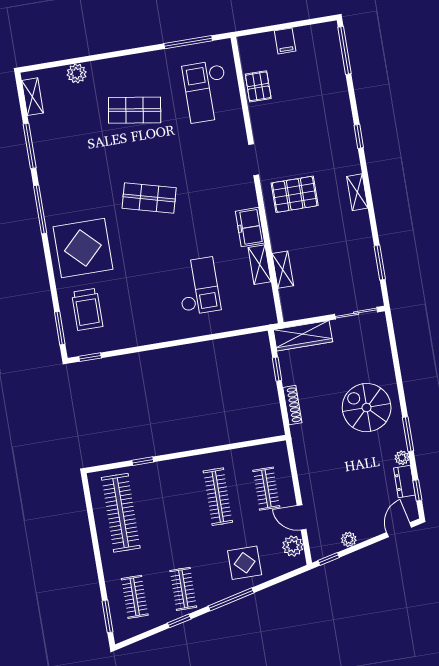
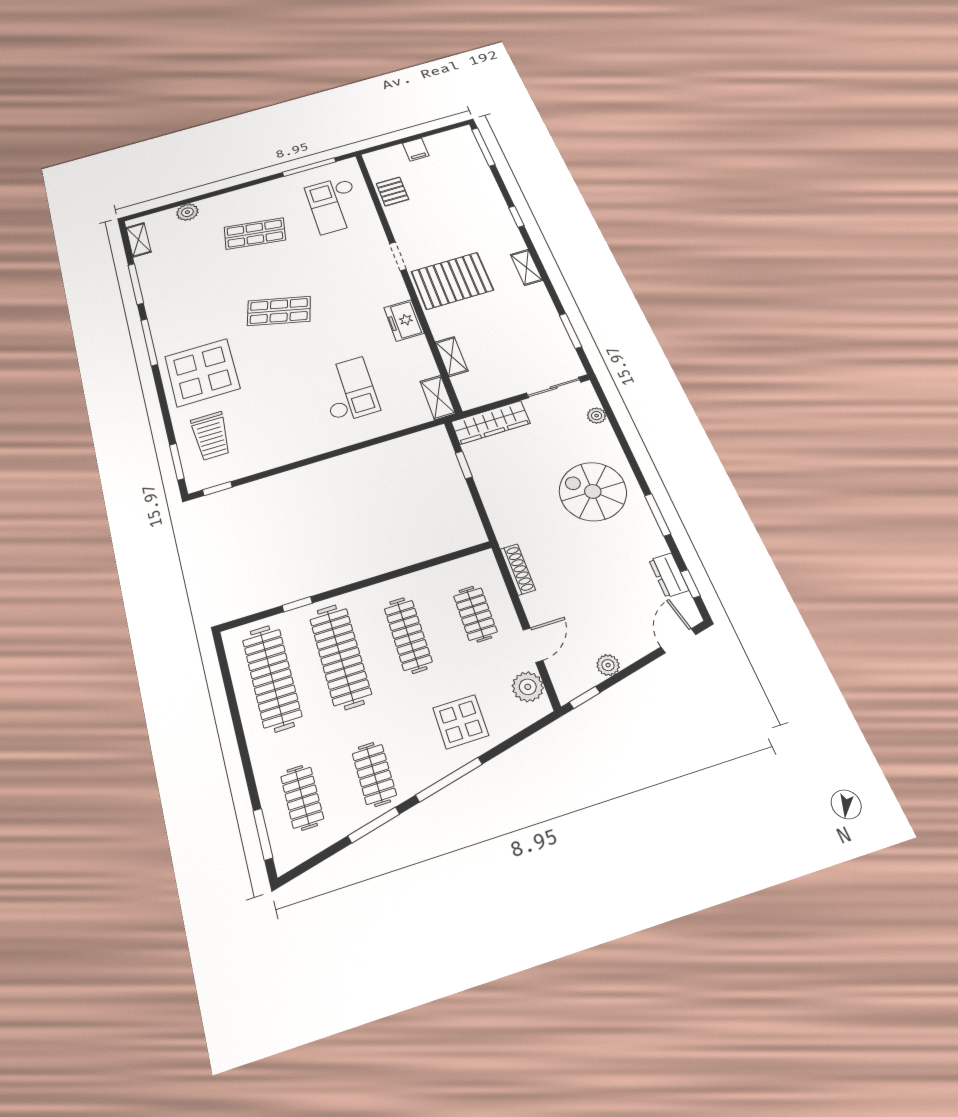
pallet: (295, 194) -> (452, 281), width x1.37, depth x1.41
shelving: (260, 265) -> (438, 397), moved
shoe rack: (292, 405) -> (518, 569), moved
plant: (402, 458) -> (597, 416), moved
clothes rail: (169, 505) -> (340, 656), added
door: (302, 517) -> (533, 645), swing flipped
window: (179, 621) -> (374, 825), width x1.50

